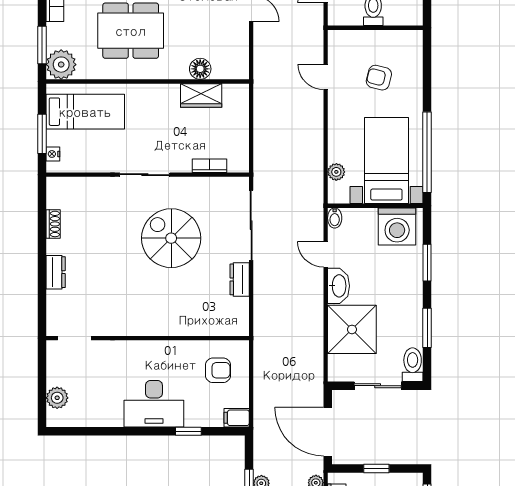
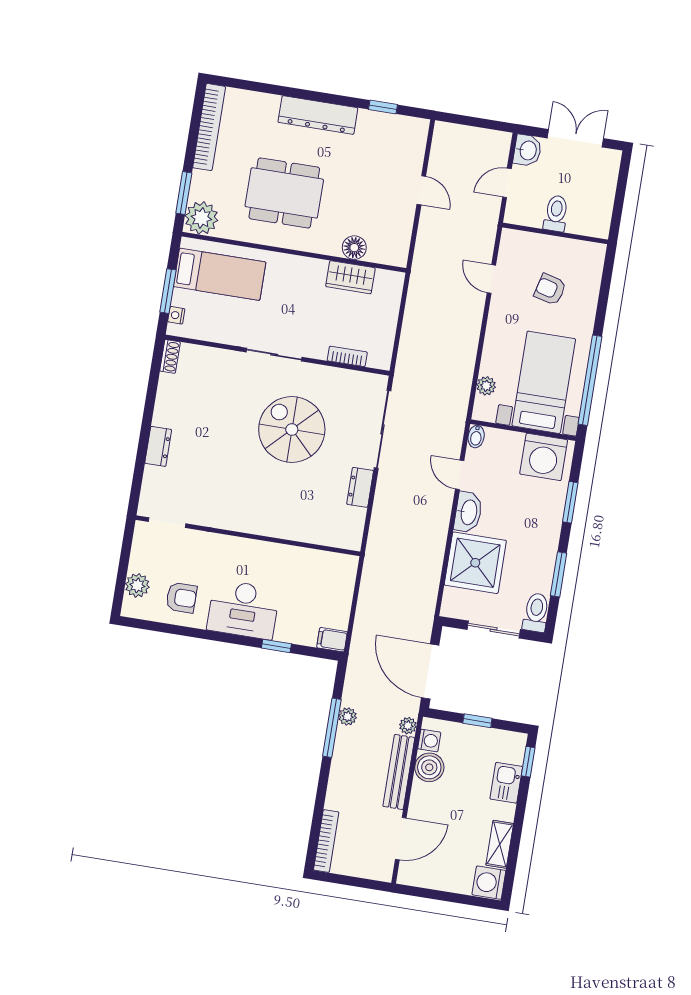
shoe rack: (53, 224) -> (170, 356), moved
armchair: (218, 370) -> (181, 598), moved

